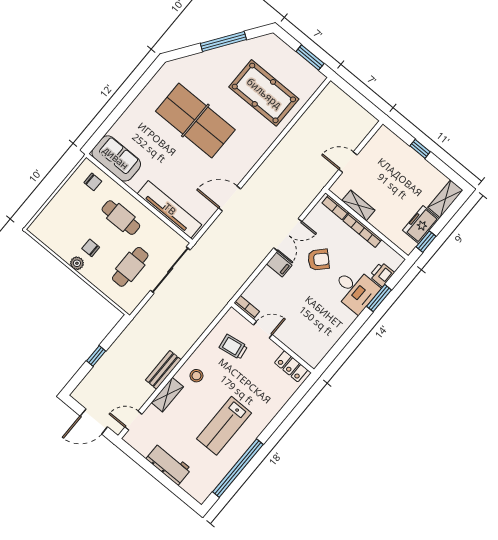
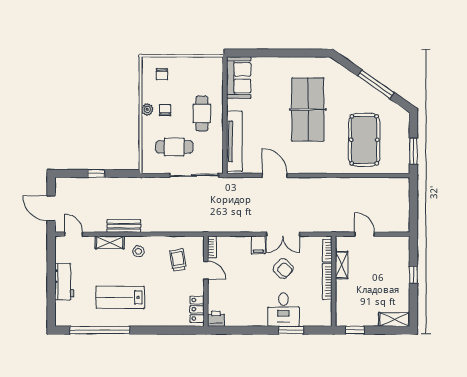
chair: (93, 182) -> (162, 74), moved
freezer: (421, 225) -> (363, 317), removed
printer: (382, 274) -> (216, 319), moved

